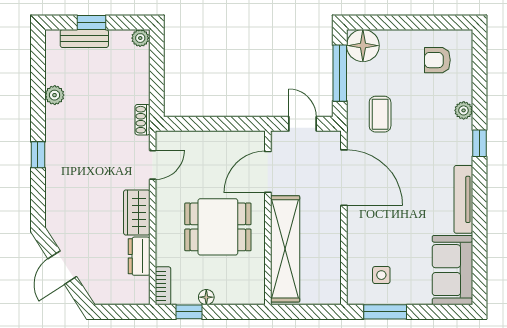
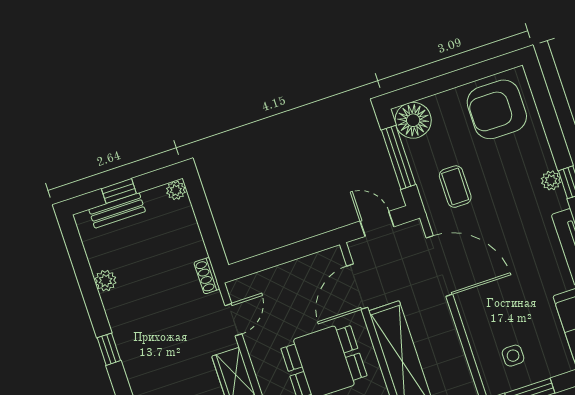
armchair: (437, 60) -> (497, 109), width x1.88, depth x1.88
plant: (464, 110) -> (551, 180), moved

